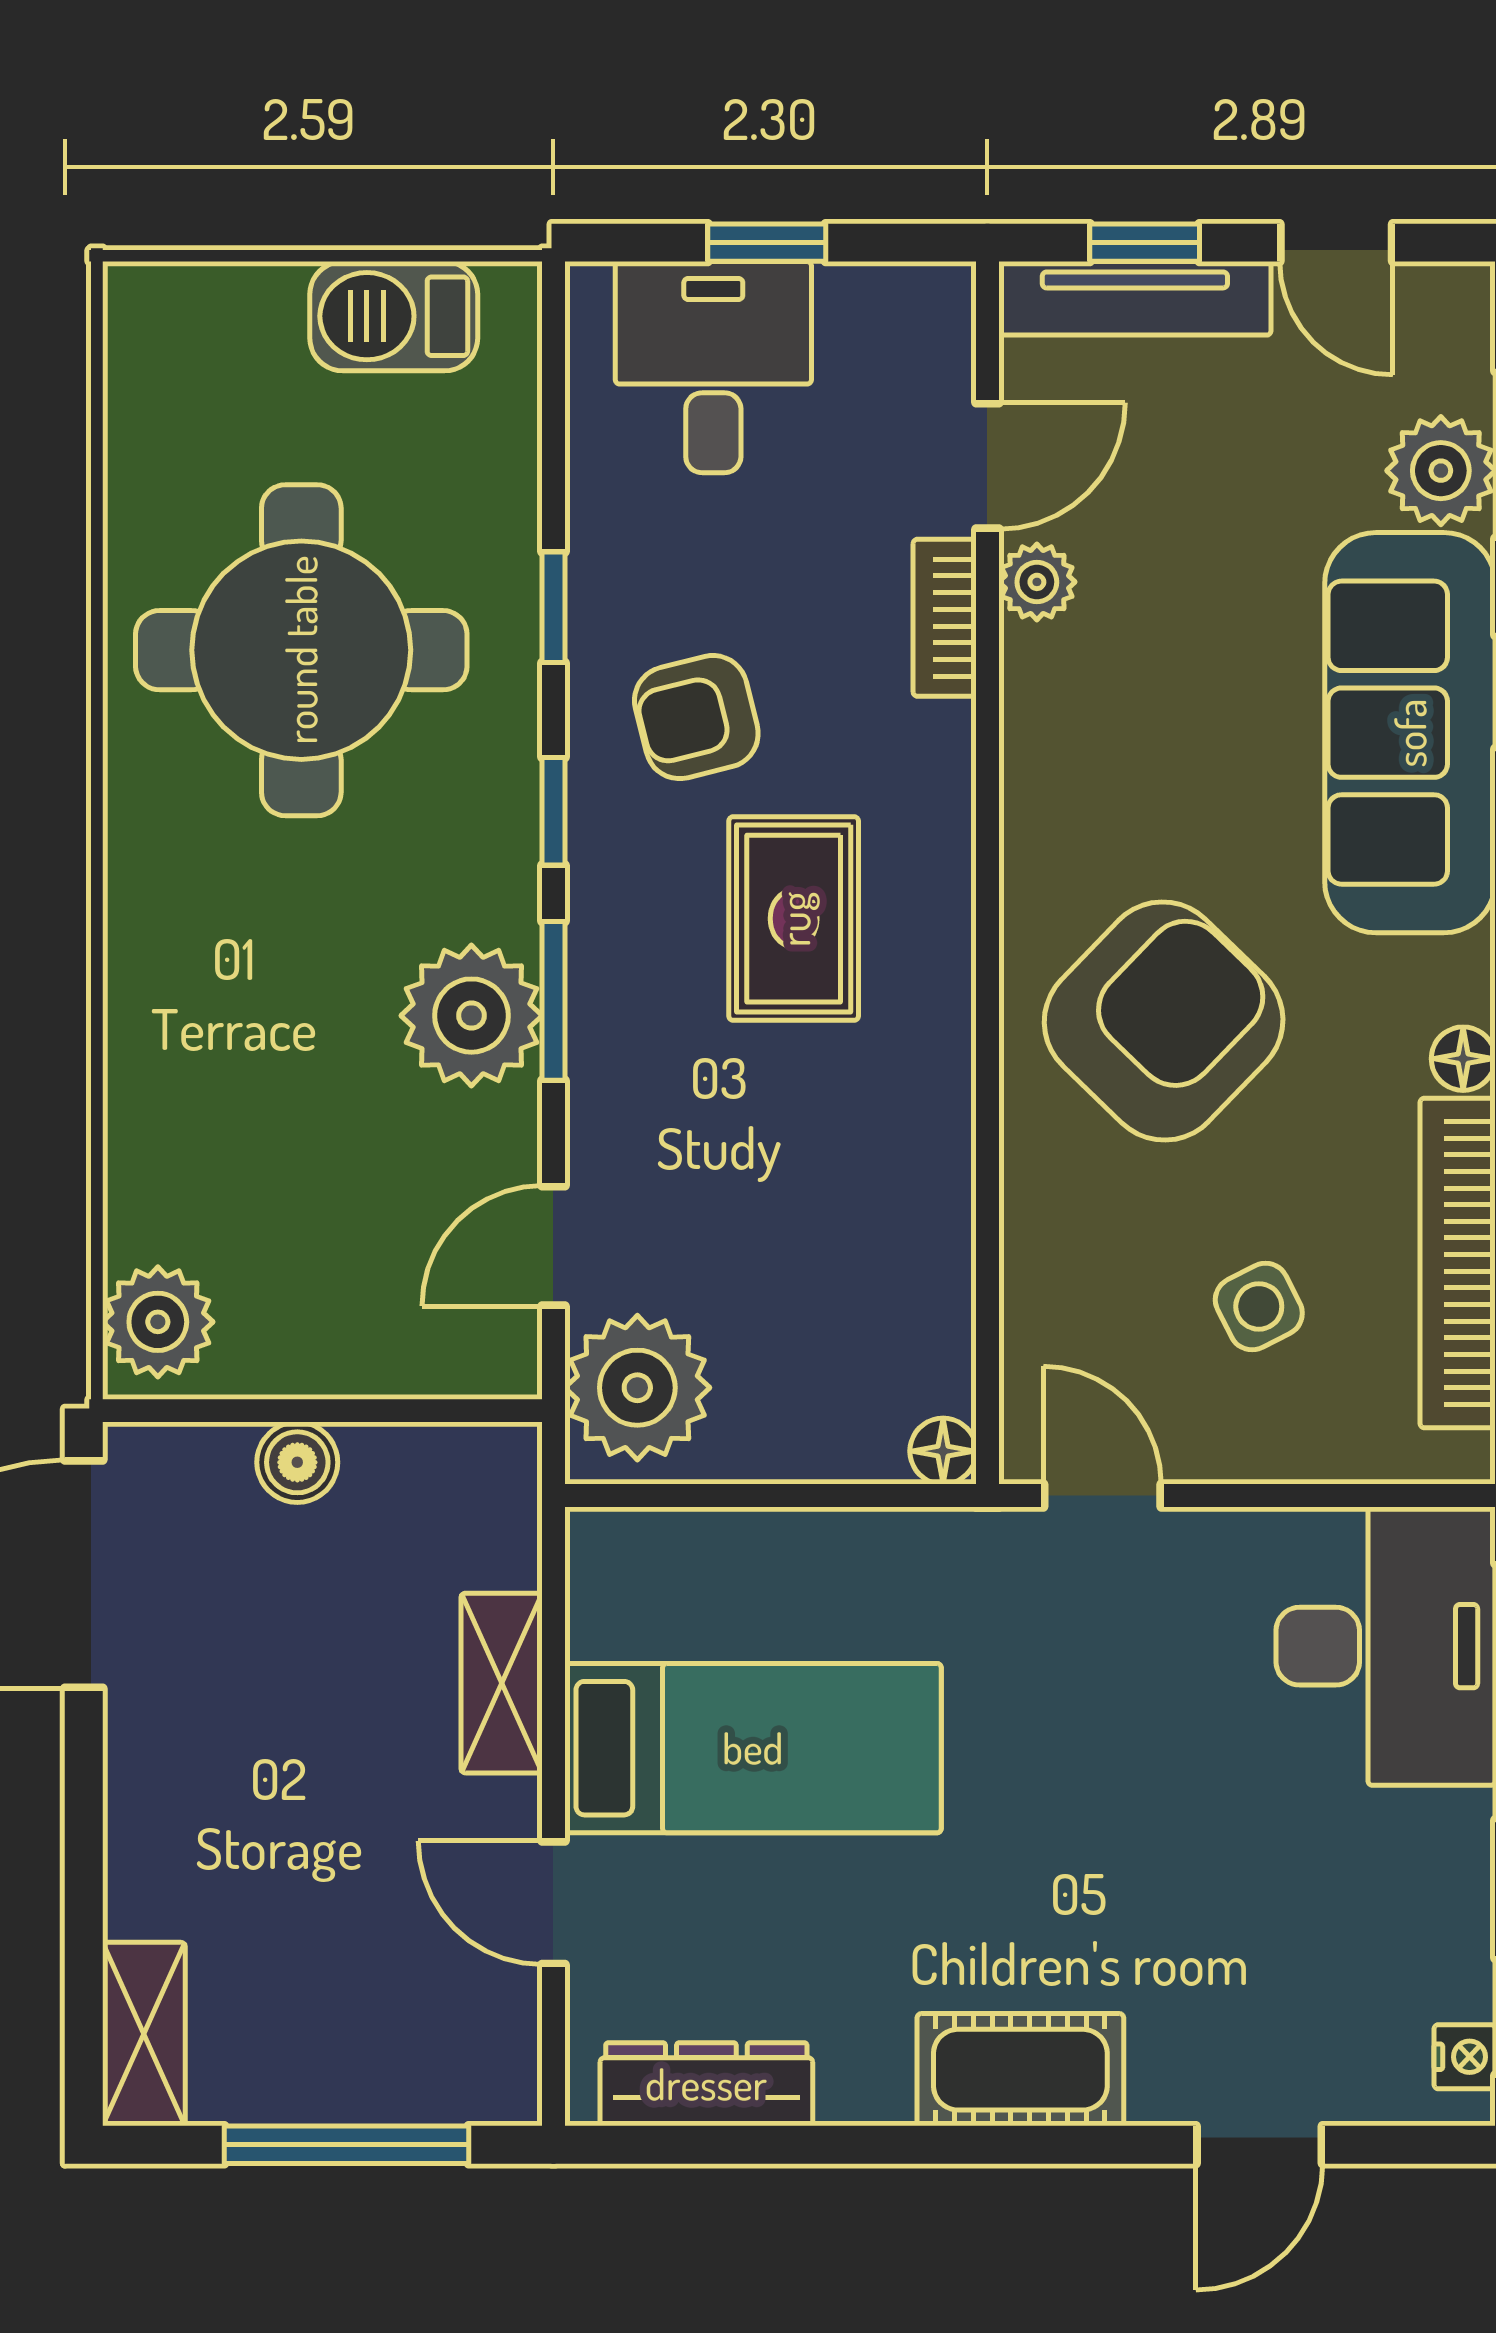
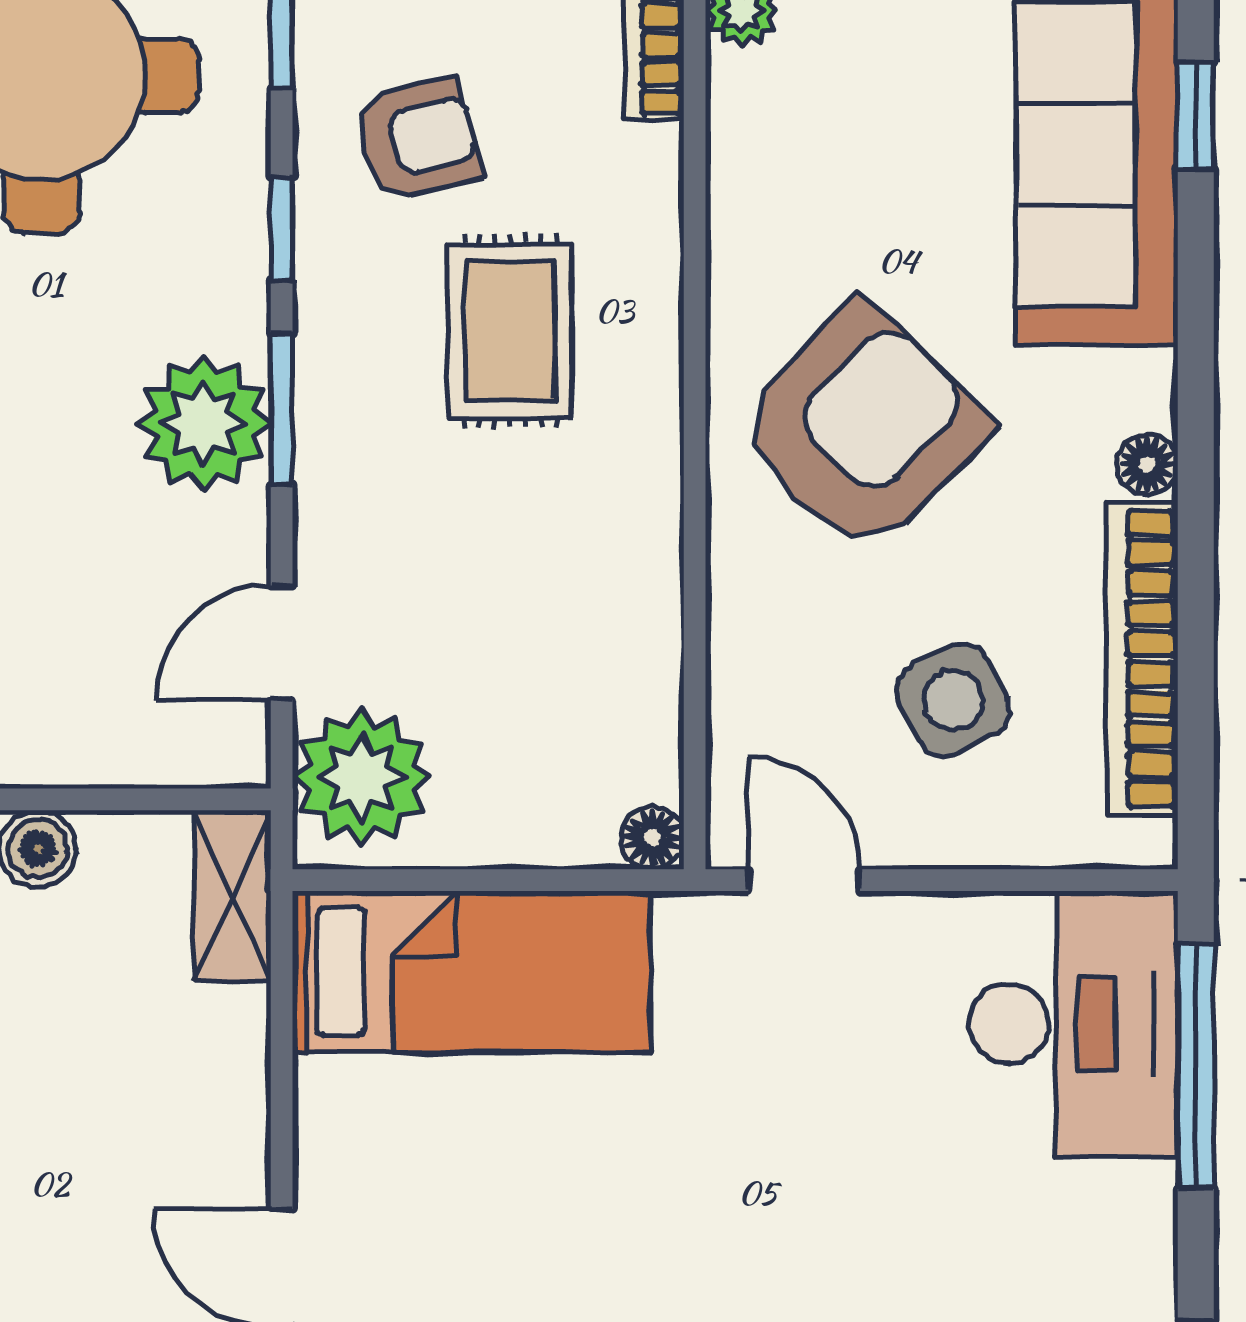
armchair: (696, 717) -> (418, 139), turned 180
side table: (1259, 1306) -> (953, 700), width x1.37, depth x1.37
shelving: (502, 1683) -> (232, 896), moved
bed: (753, 1748) -> (472, 972), moved

